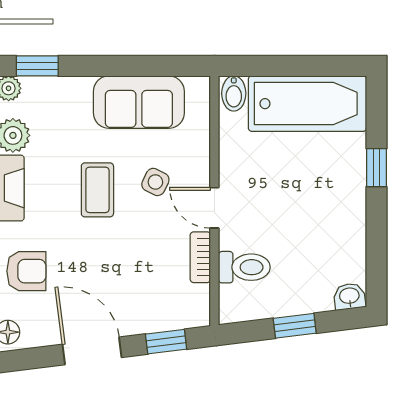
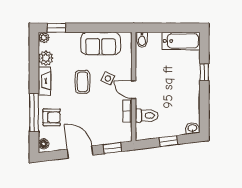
bathtub: (307, 104) -> (181, 41), width x0.73, depth x0.73

